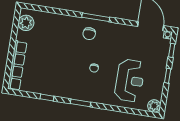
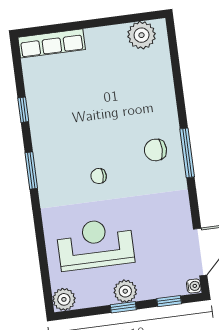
row of seats: (17, 66) -> (52, 43), width x0.73
plant: (159, 72) -> (125, 291), added
reception desk: (130, 81) -> (95, 244), turned 180

